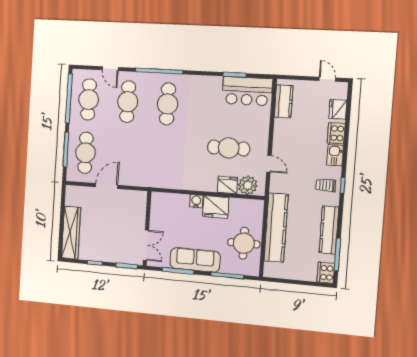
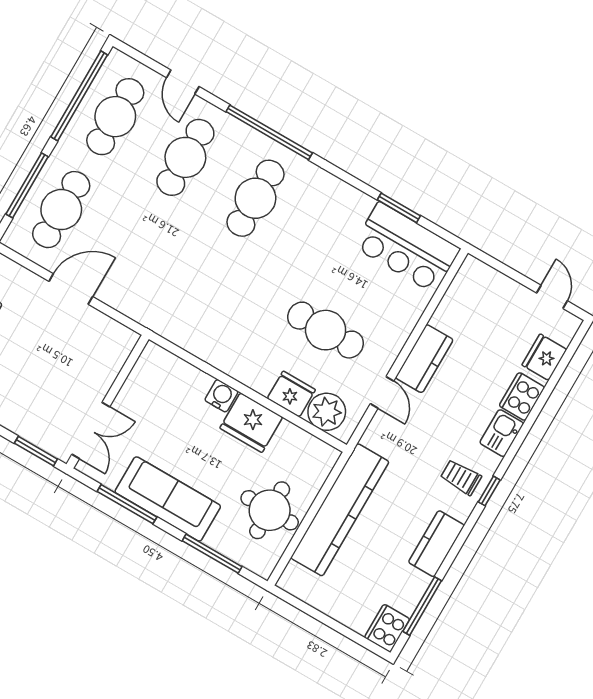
kitchen counter: (284, 101) -> (424, 359), moved
kitchen counter: (329, 230) -> (436, 544), width x0.67

